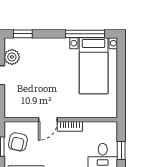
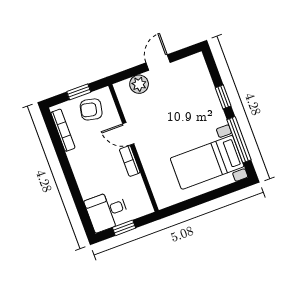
window: (23, 34) -> (223, 97), moved
plant: (12, 57) -> (139, 84), moved

